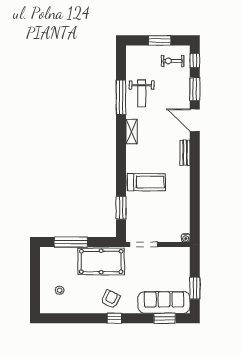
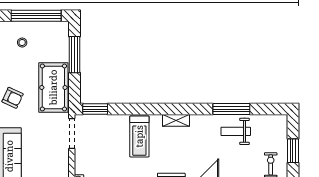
shelving: (132, 132) -> (176, 120), moved
window: (121, 208) -> (95, 109), moved
window: (35, 277) -> (36, 16), added

